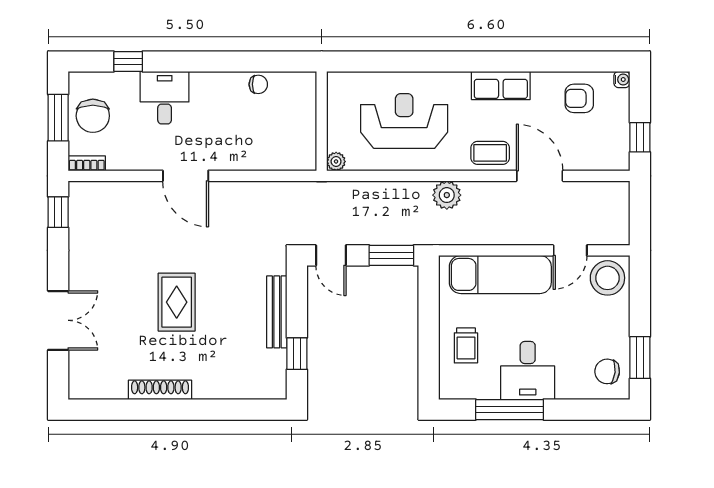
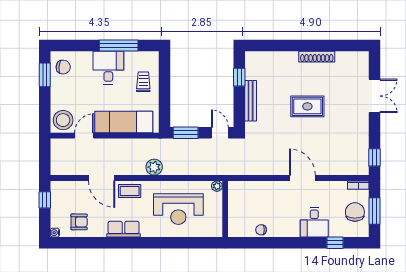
rug: (177, 302) -> (307, 106), turned 90
double door: (58, 320) -> (375, 96), swing flipped

